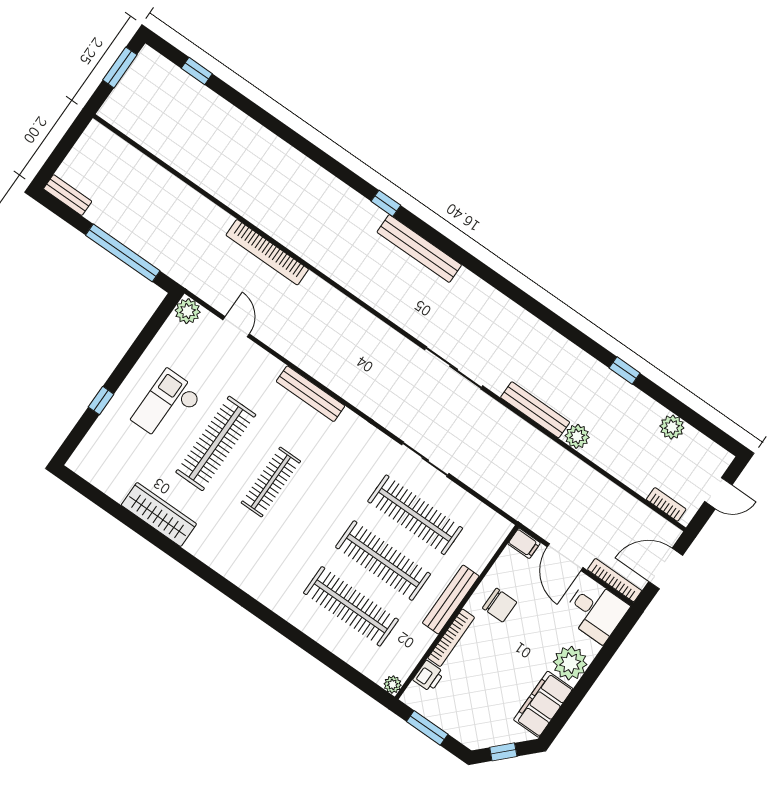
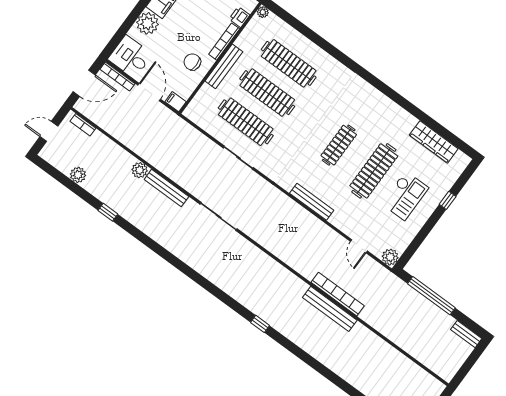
bench: (419, 248) -> (330, 309), moved
wardrobe: (159, 514) -> (434, 142), moved

